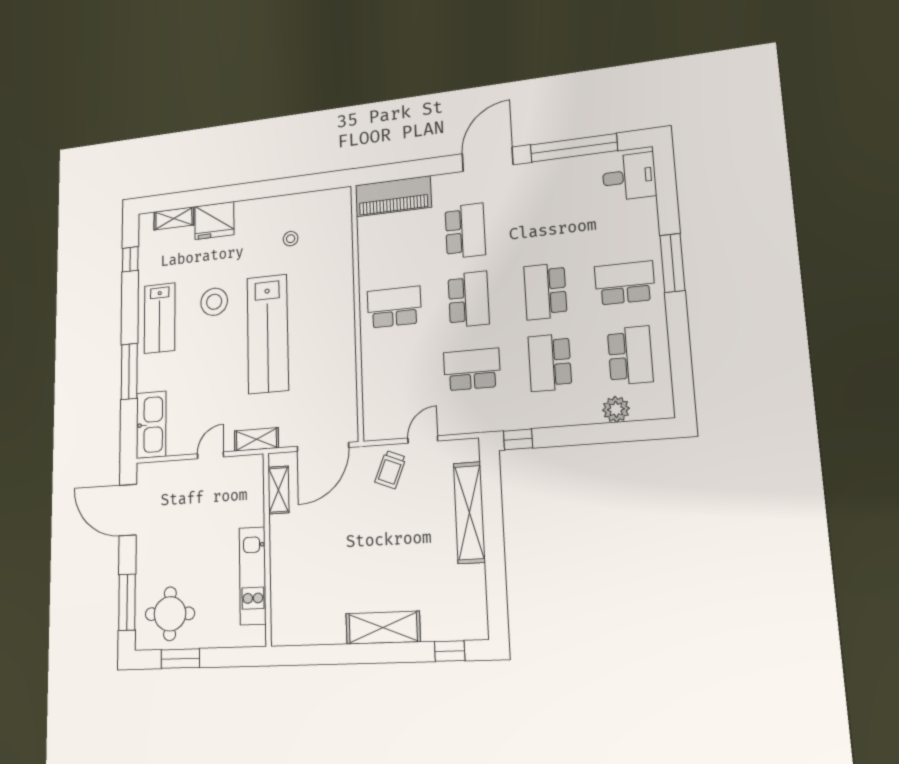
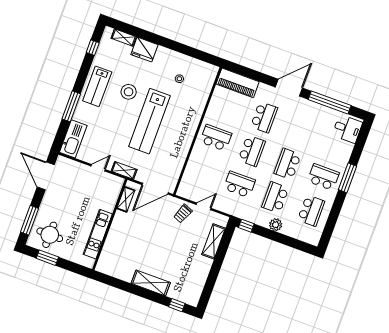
plant: (616, 409) -> (276, 225), moved
shelving: (469, 513) -> (214, 241), width x0.68

